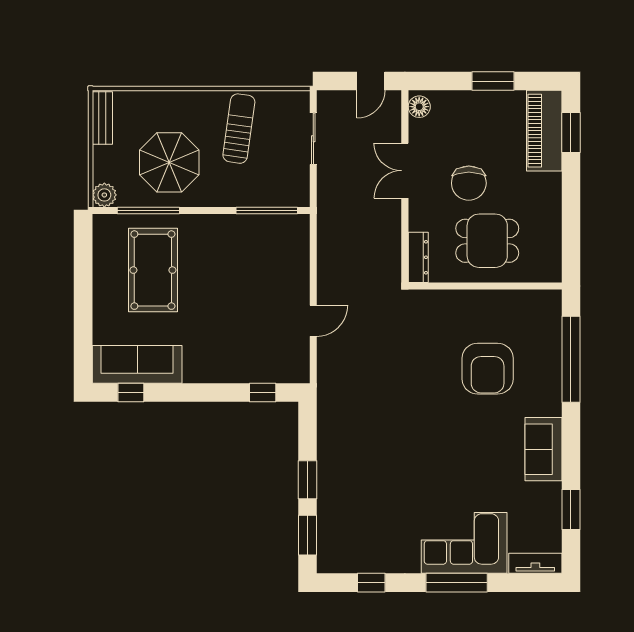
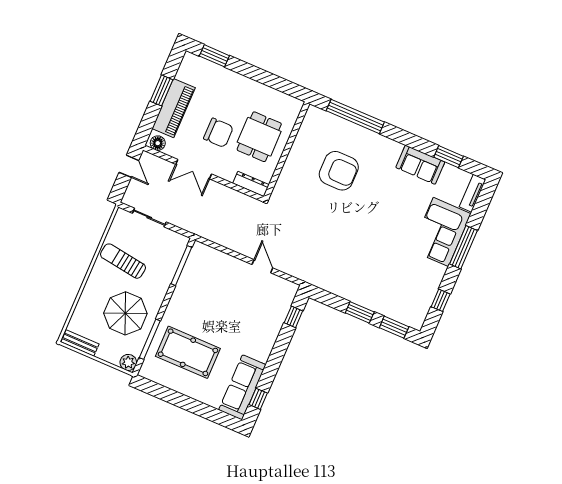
piano: (544, 131) -> (174, 108), moved, turned -90
sofa: (543, 449) -> (420, 165), moved

